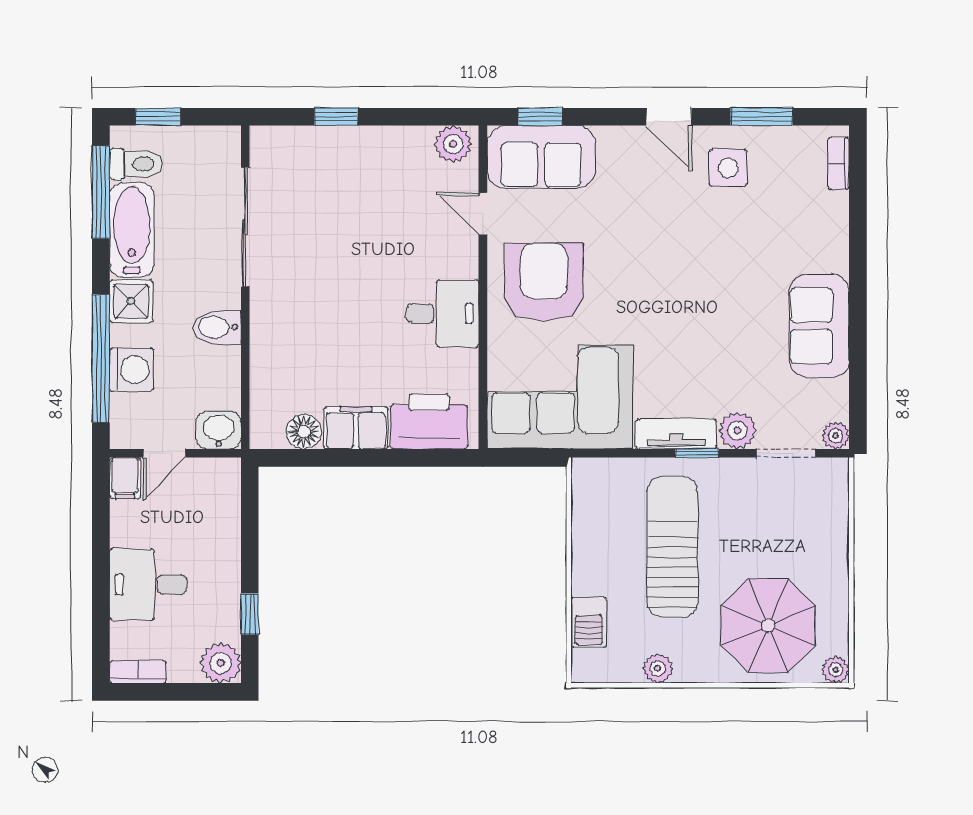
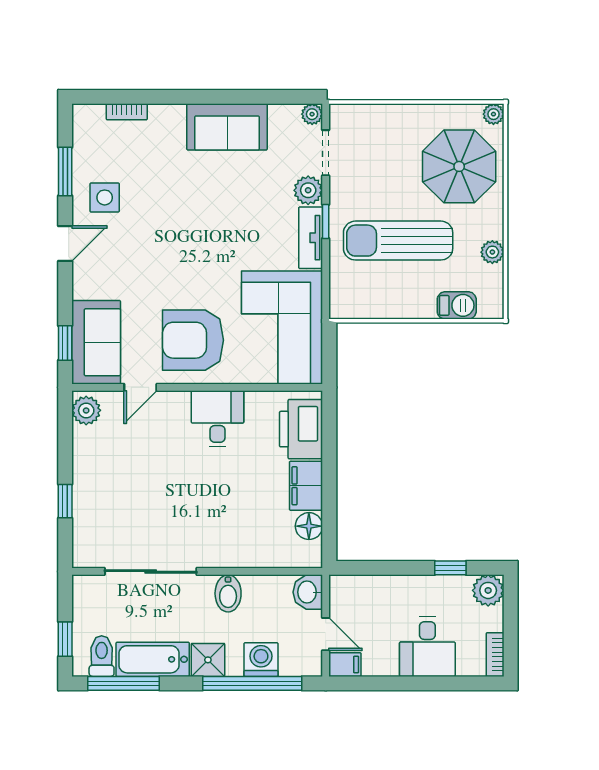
bookcase: (839, 164) -> (127, 112), moved

